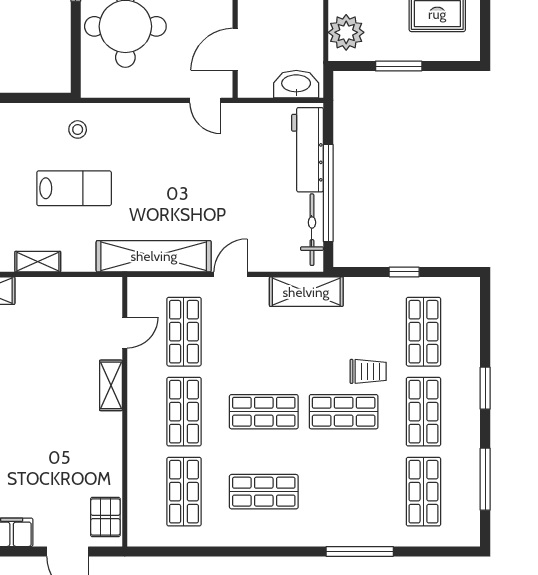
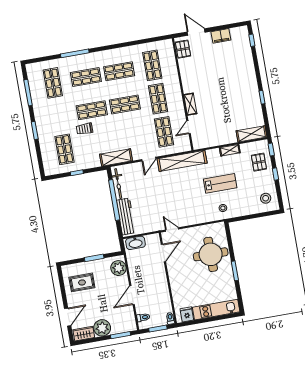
lab bench: (74, 188) -> (220, 183), turned 180
shop shelf: (423, 412) -> (86, 77), moved, turned 90

